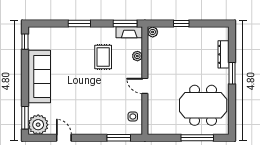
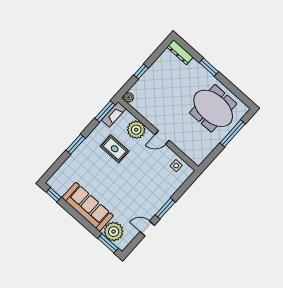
dresser: (224, 54) -> (180, 52), moved
plant: (137, 56) -> (136, 130), width x1.88, depth x1.88
meeting table: (203, 105) -> (213, 108), turned 90
plant: (38, 125) -> (114, 232), moved
window: (119, 138) -> (165, 208), moved

